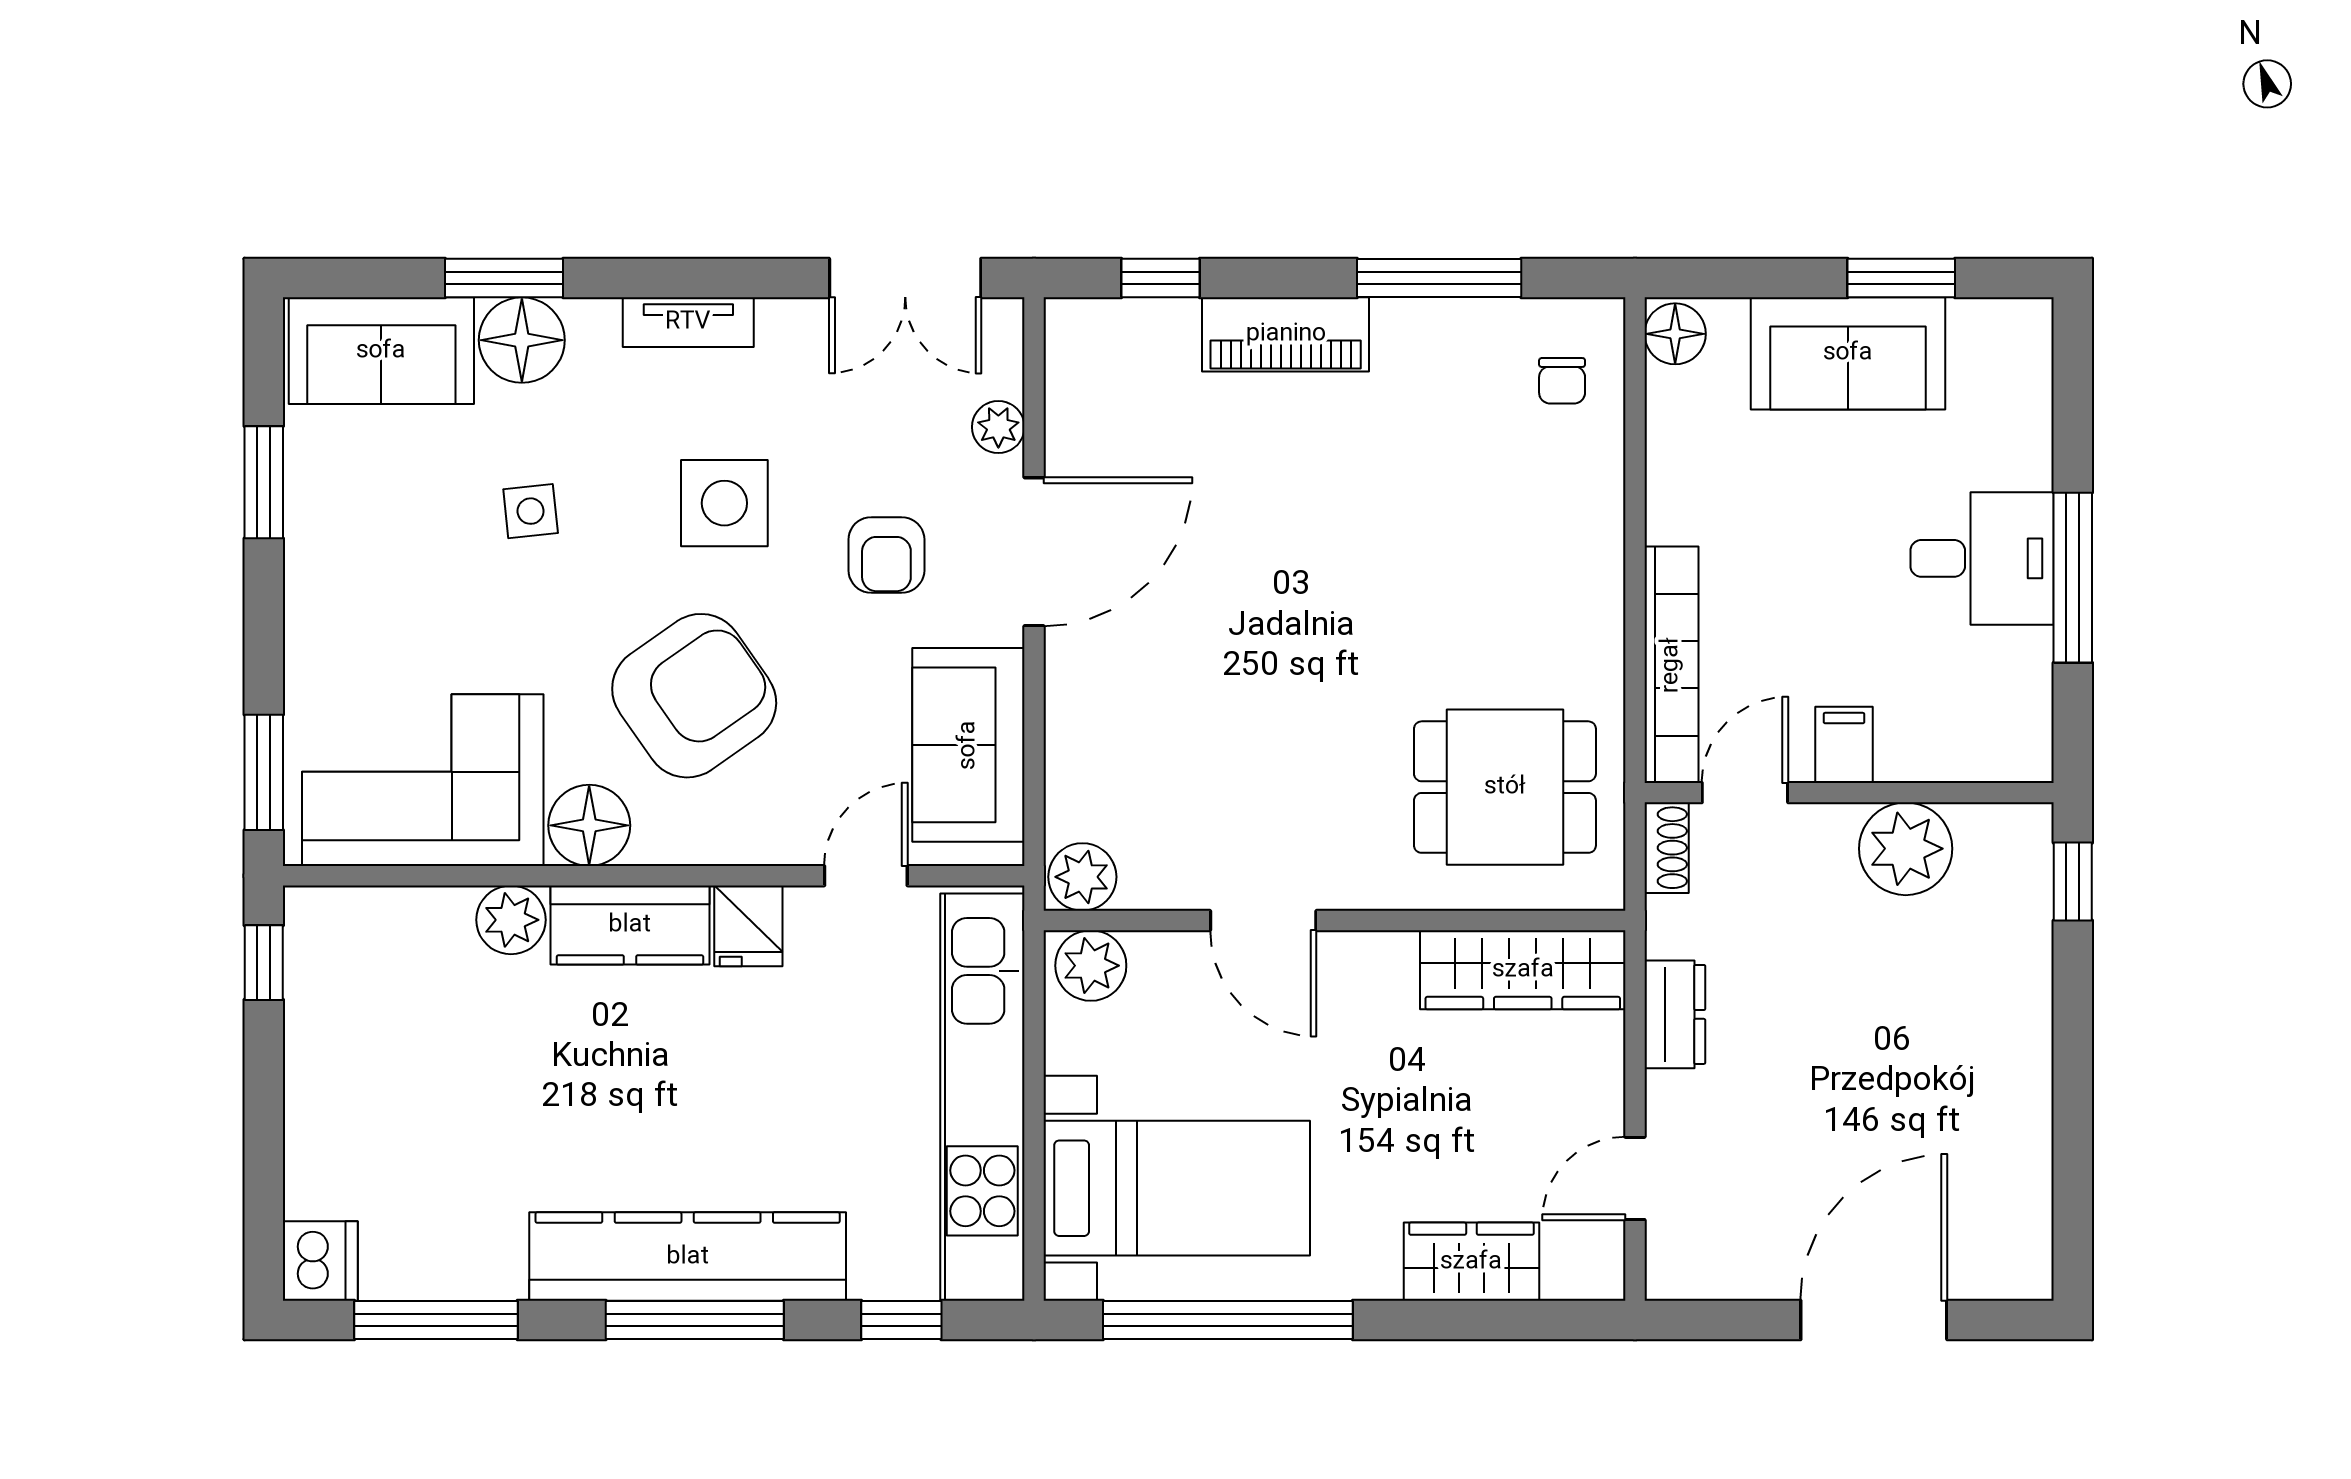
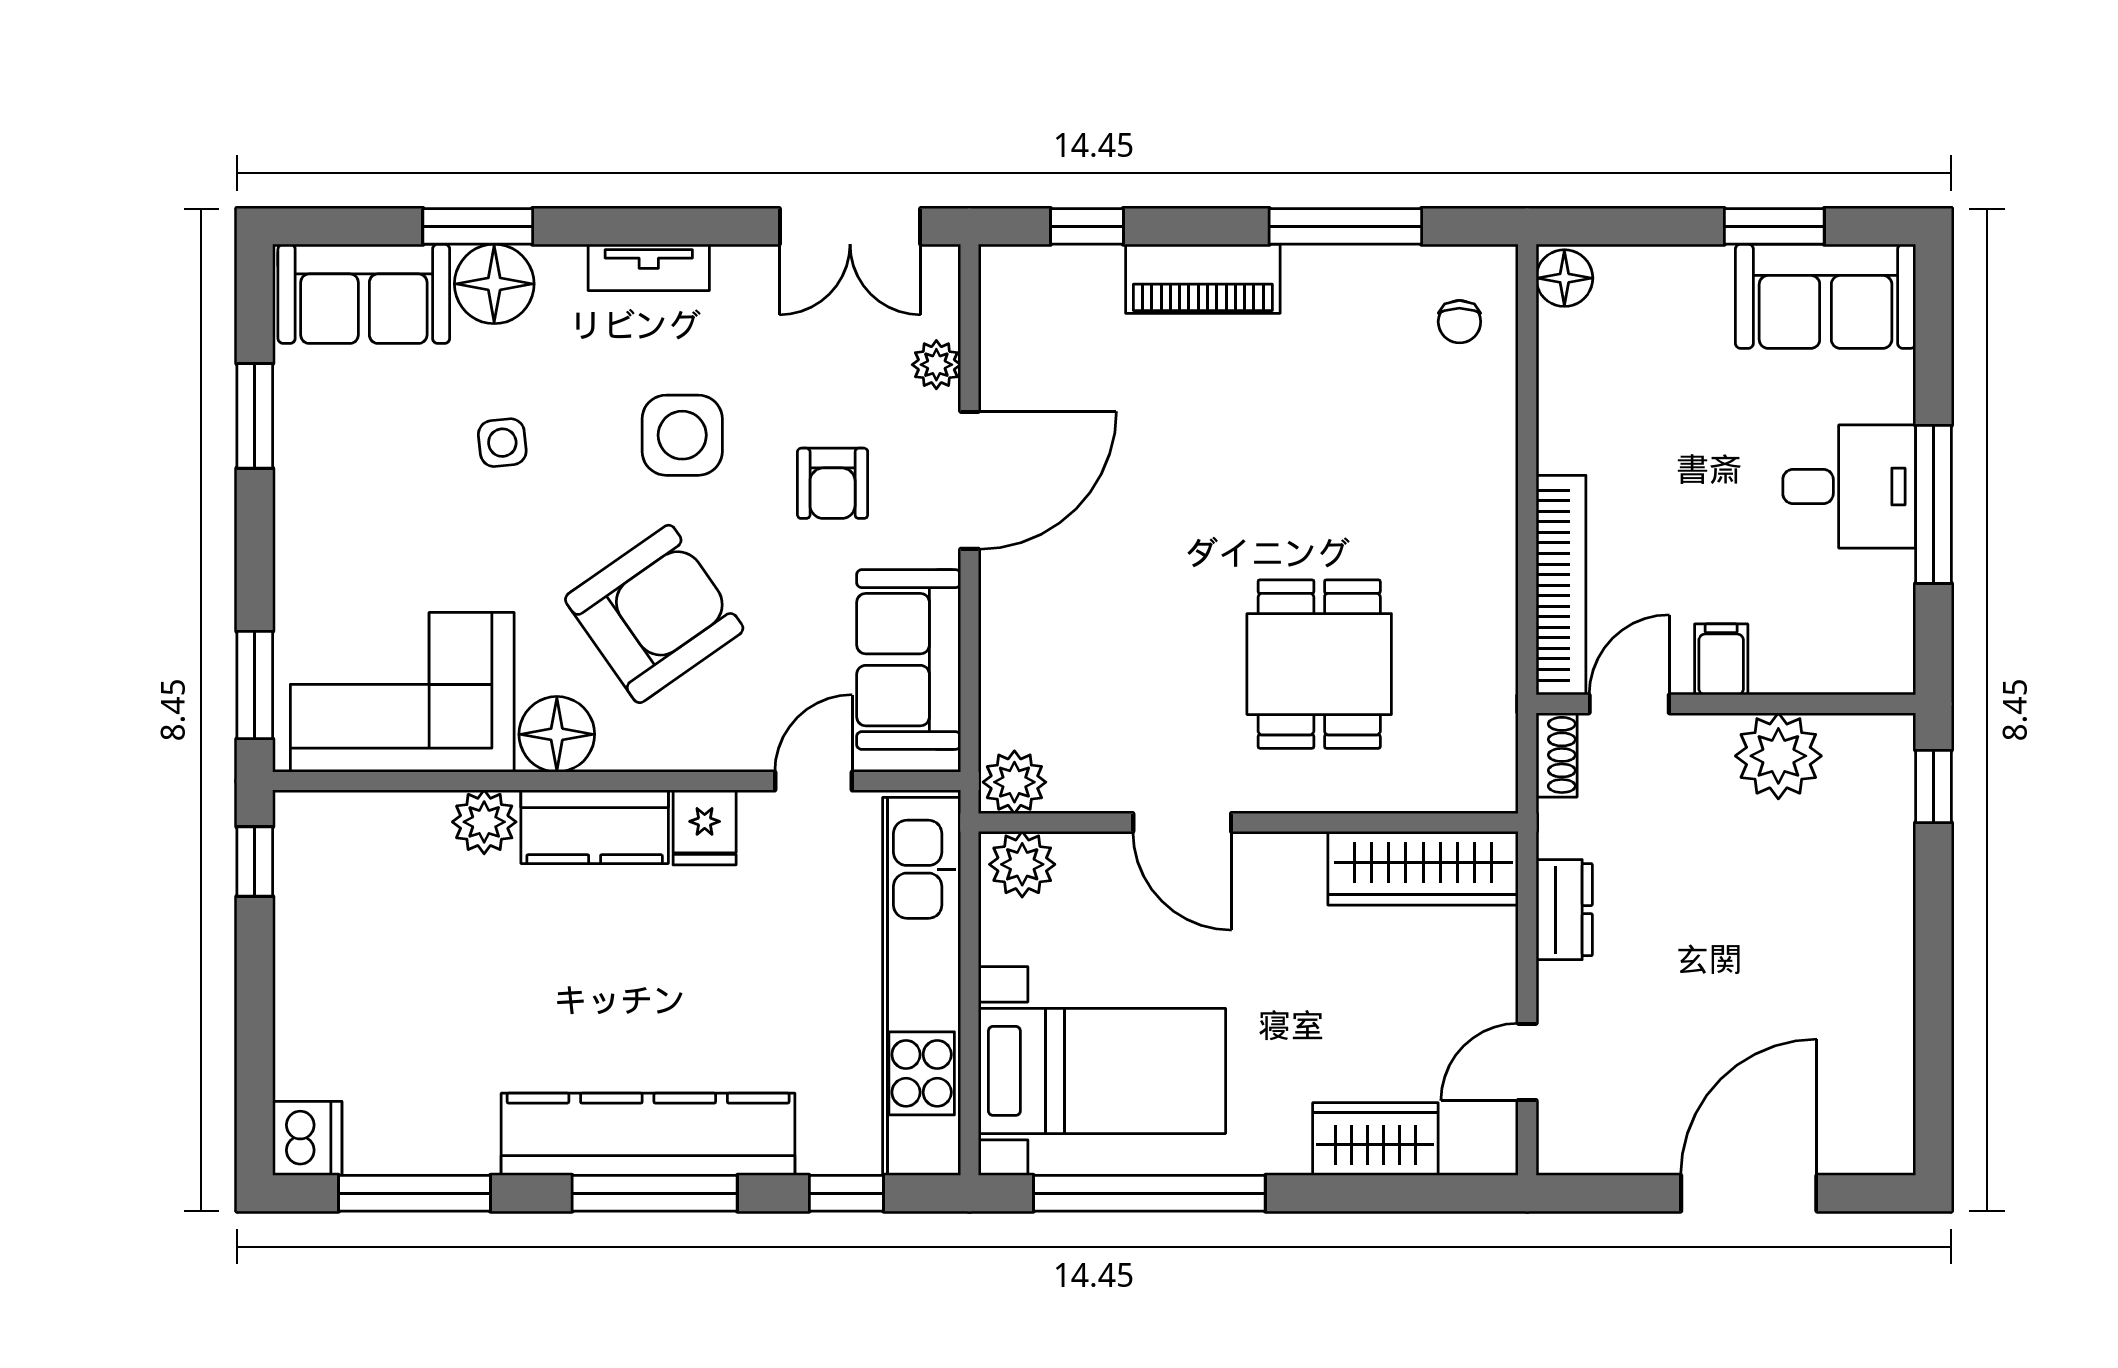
sofa: (1848, 353) -> (1826, 296), moved
dining table: (1505, 787) -> (1319, 664), moved, turned 90

